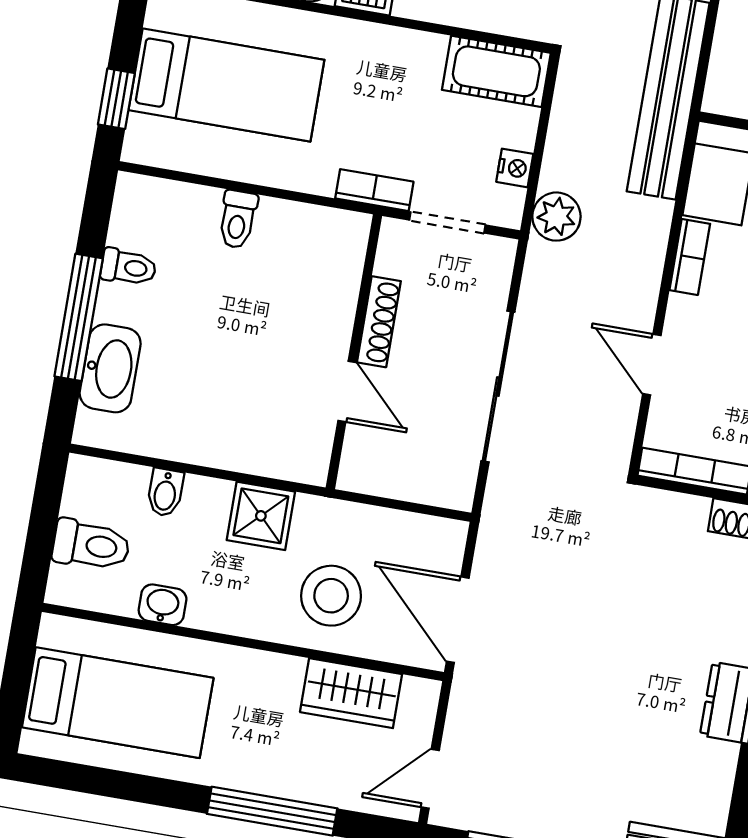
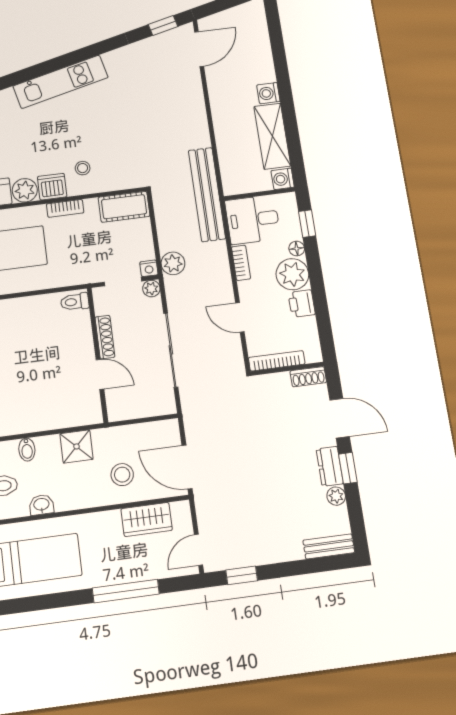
nightstand: (515, 168) -> (149, 268), moved, turned 90
bookcase: (374, 190) -> (65, 208), moved, turned 180
toilet: (238, 219) -> (75, 302), moved, turned 90
plant: (498, 254) -> (151, 289), added
stool: (331, 596) -> (122, 475), width x0.73, depth x0.73
plant: (720, 761) -> (336, 496), added

